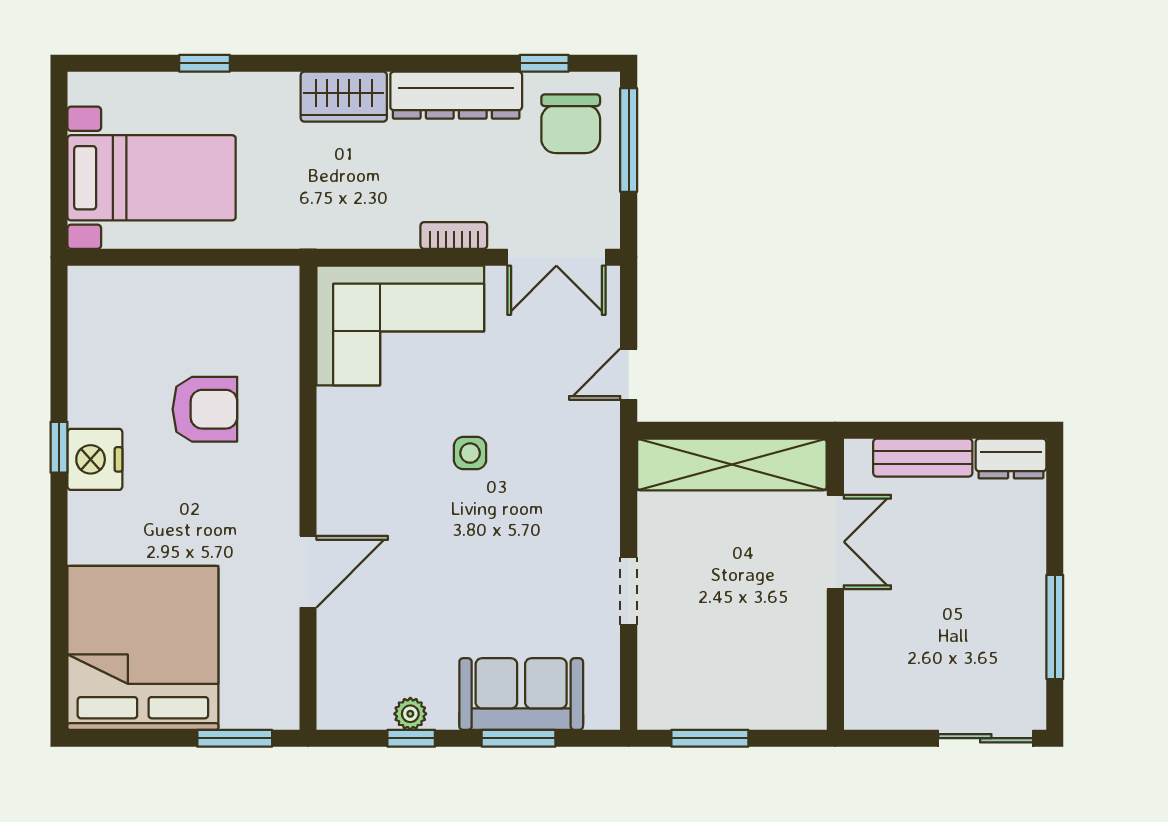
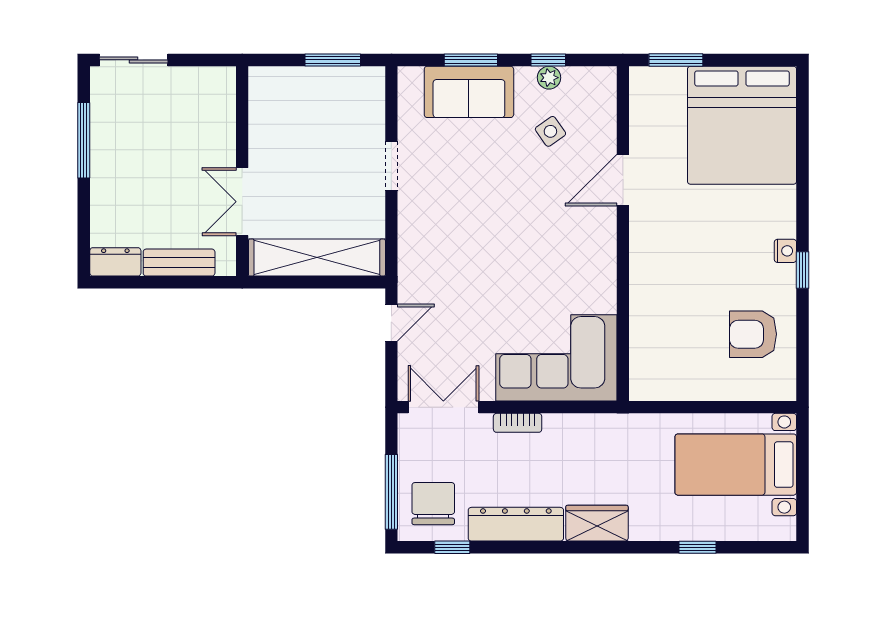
armchair: (205, 409) -> (753, 334), moved
side table: (470, 453) -> (550, 131), moved, turned -35
nightstand: (95, 459) -> (785, 251), width x0.53, depth x0.56

